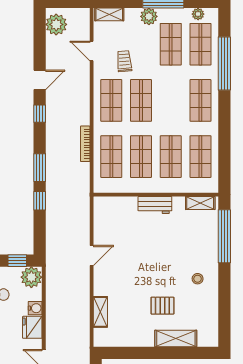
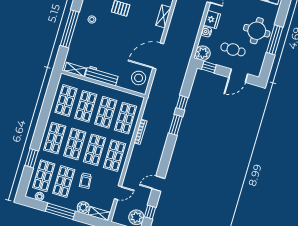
plant: (149, 16) -> (83, 207), moved
door: (92, 51) -> (118, 193), hinge flipped
trolley: (124, 61) -> (85, 181), moved
window: (224, 63) -> (32, 158), width x0.47
shop shelf: (171, 100) -> (75, 144), added
window: (40, 114) -> (150, 212), moved
workbench: (155, 205) -> (102, 76), width x1.38
stool: (110, 217) -> (139, 78), added
window: (224, 236) -> (70, 29), moved
door: (92, 255) -> (158, 56), width x1.88

